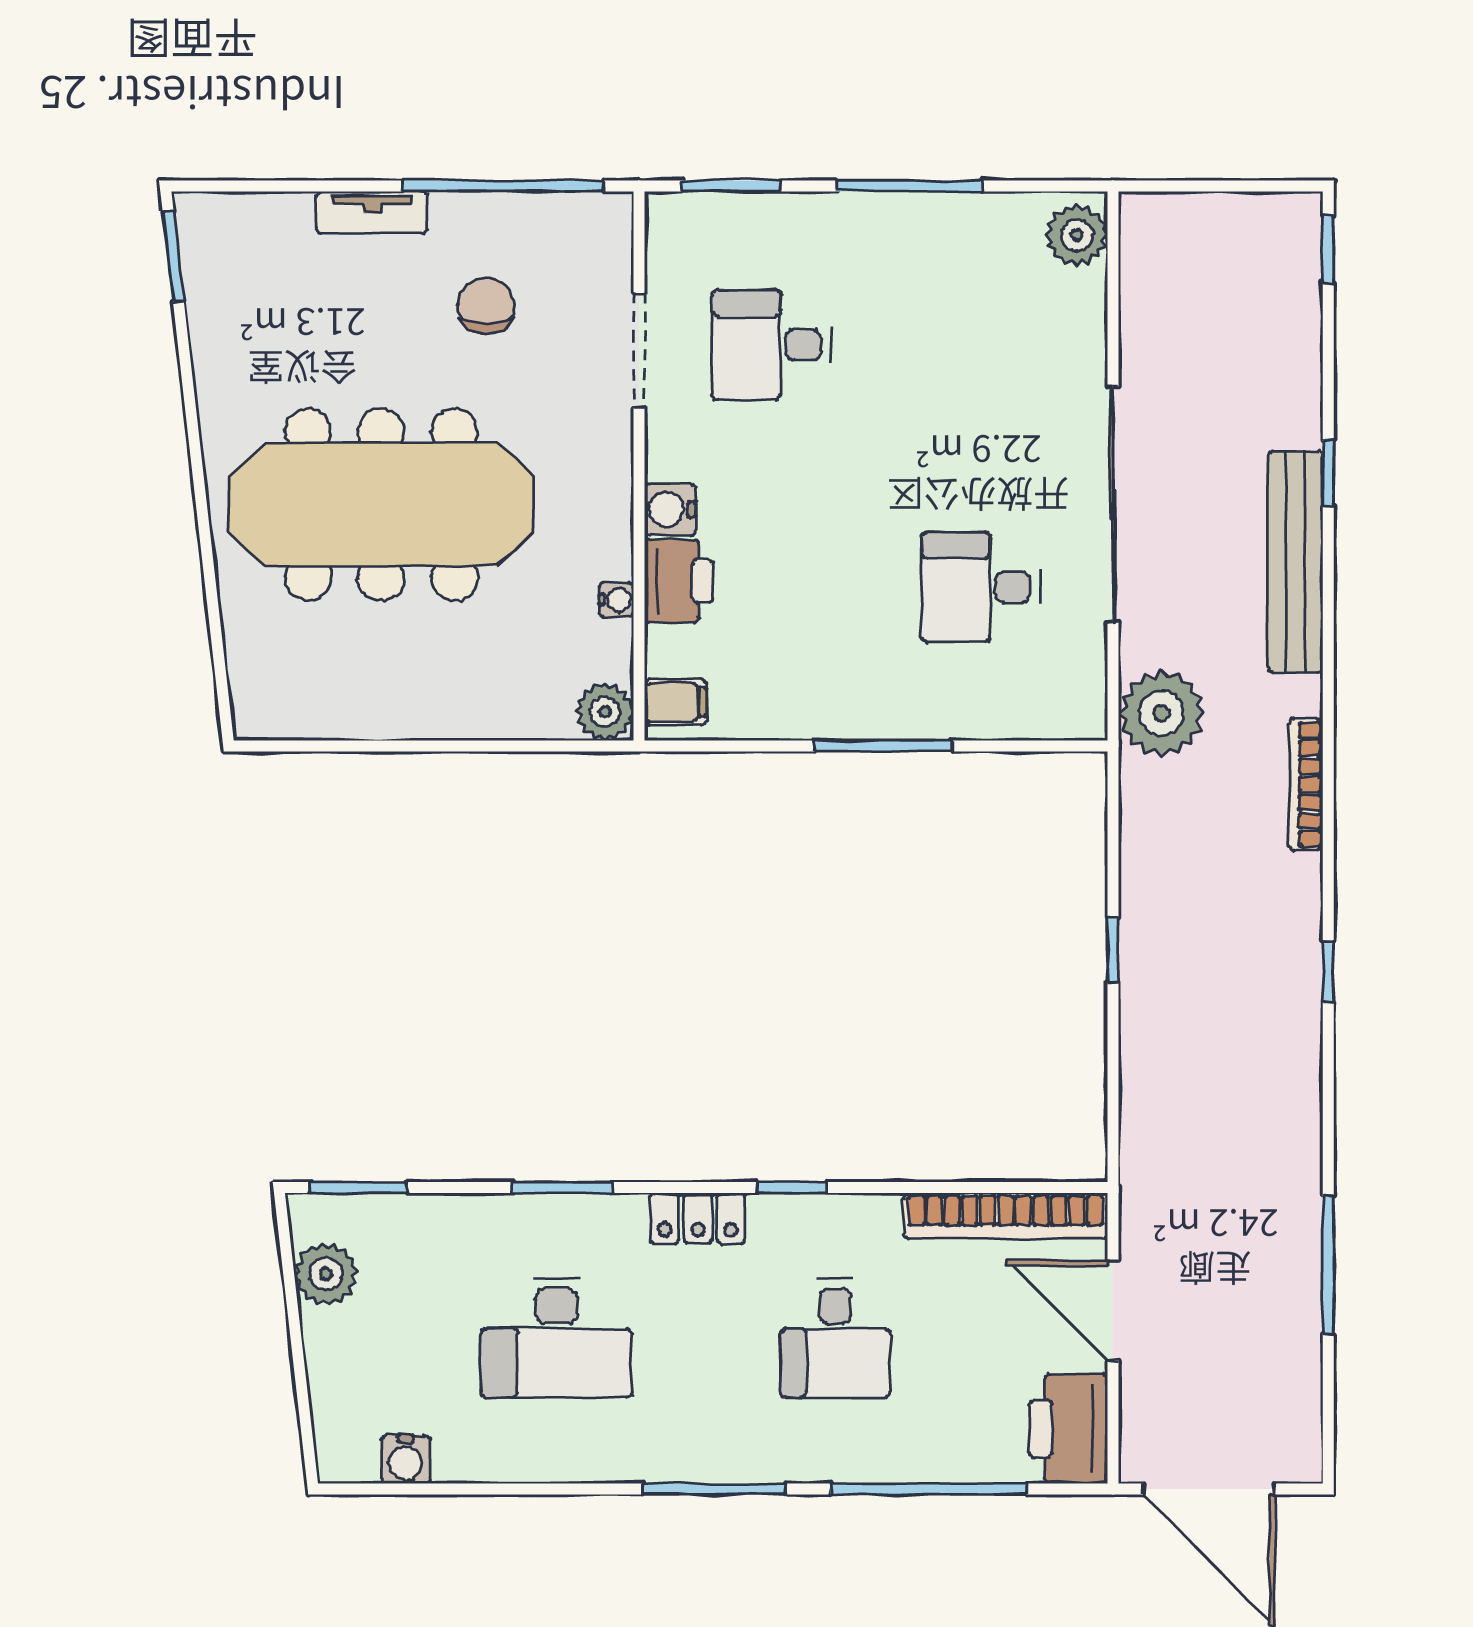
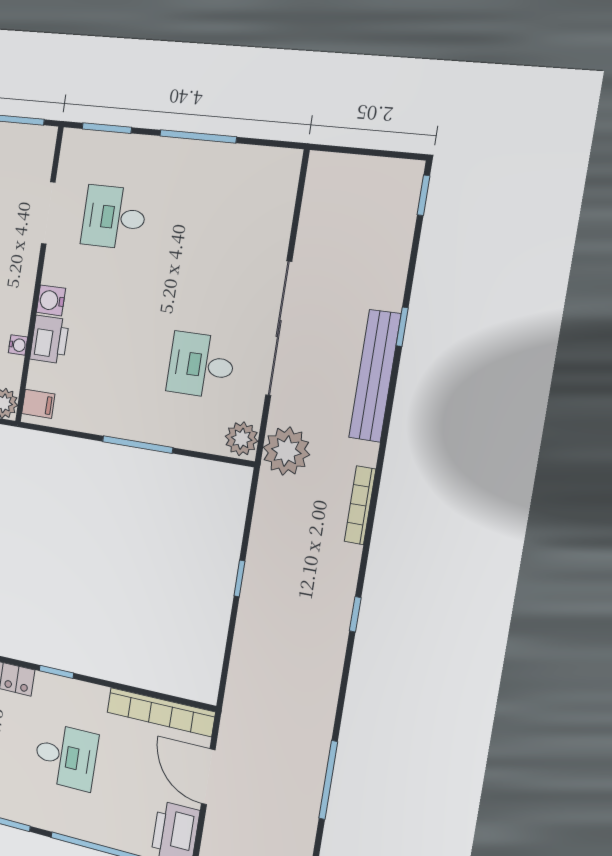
plant: (1077, 235) -> (242, 439), moved
desk: (835, 1338) -> (66, 756), turned -90

